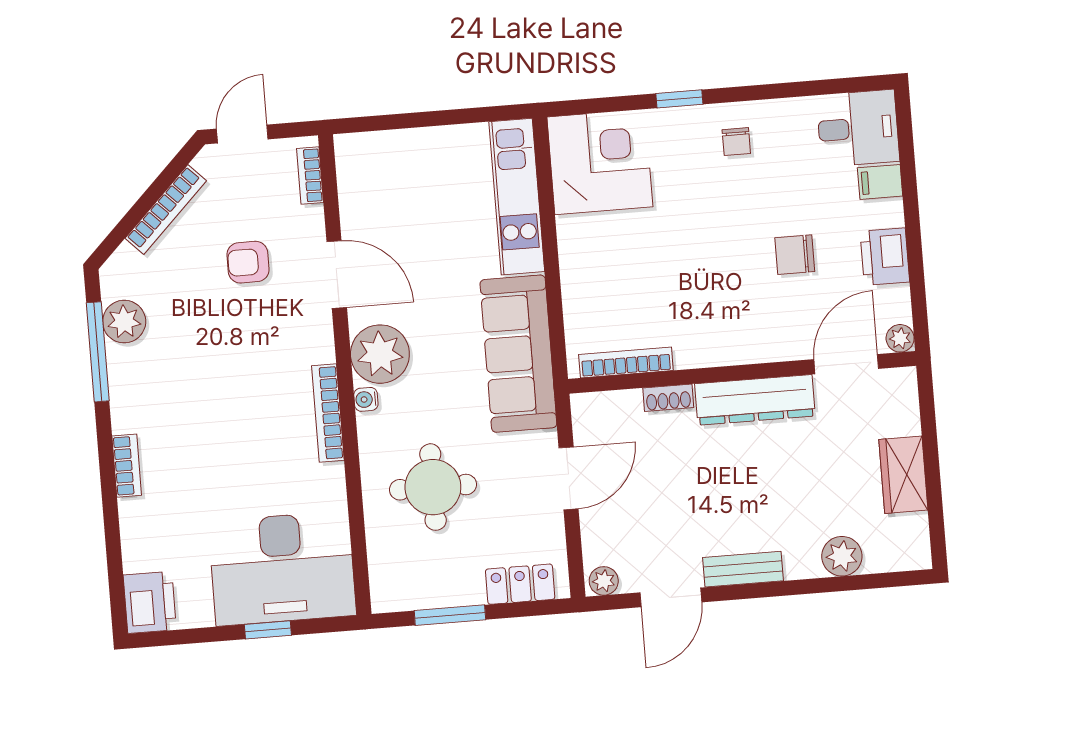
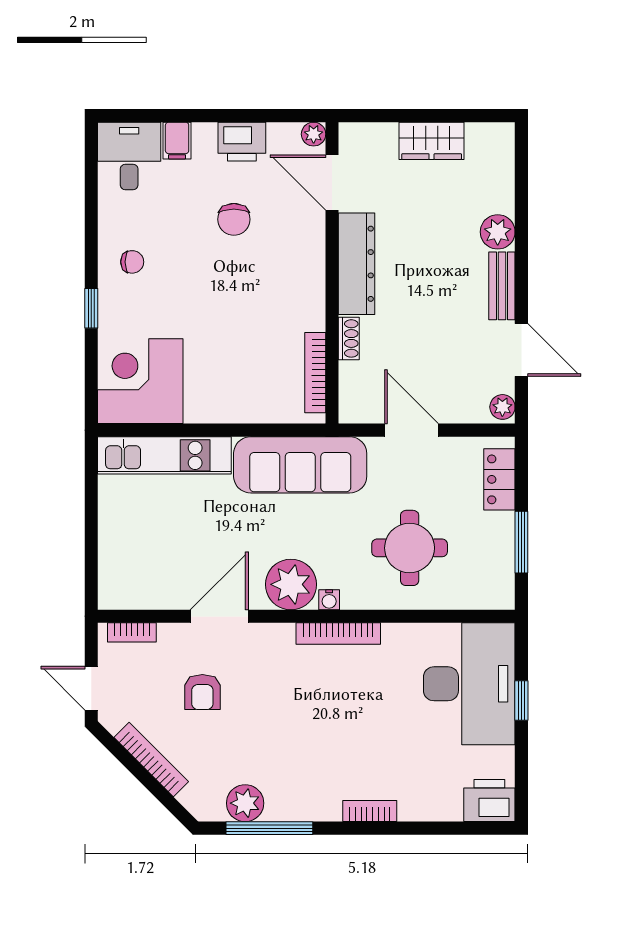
plant: (842, 556) -> (498, 232), moved

